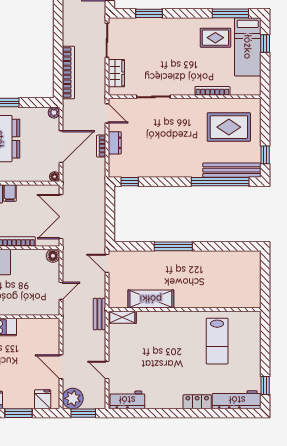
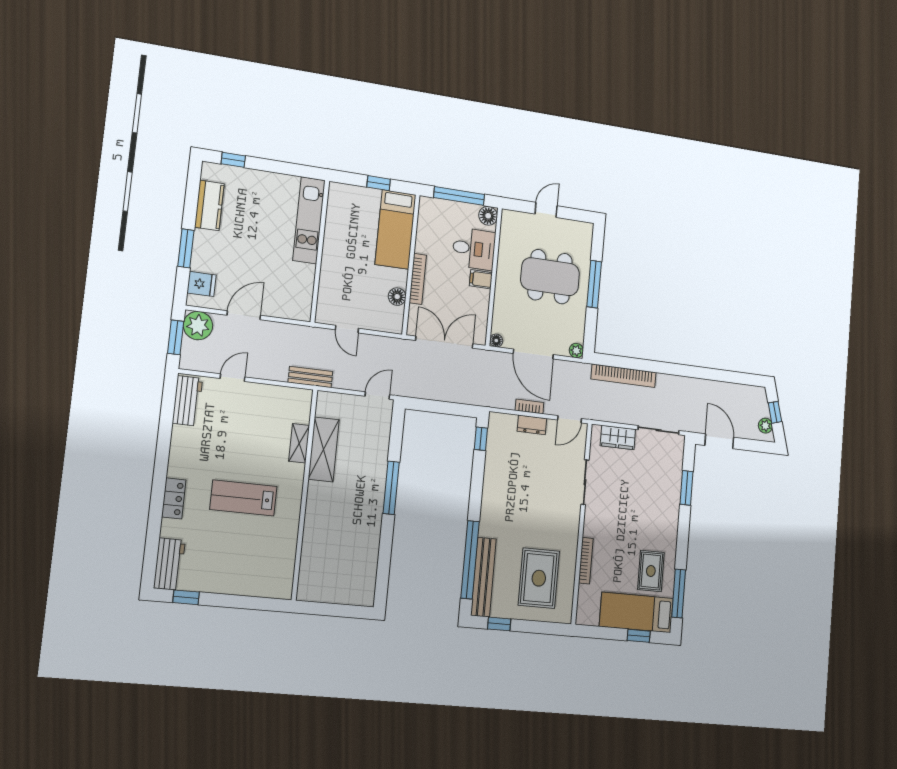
floor lamp: (53, 256) -> (397, 297), moved
shelving: (122, 317) -> (299, 443), moved
lab bench: (217, 341) -> (243, 498), moved
workbench: (237, 400) -> (169, 564), width x0.73

